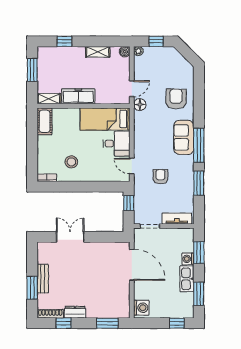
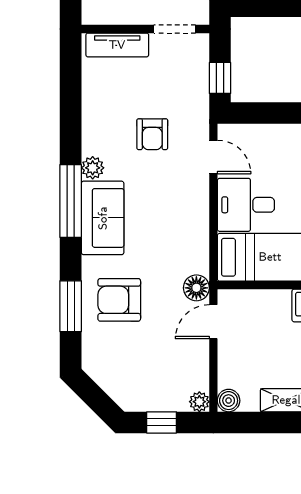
armchair: (176, 99) -> (119, 300), turned 89
plant: (188, 161) -> (93, 168), added
window: (199, 183) -> (71, 306), moved

